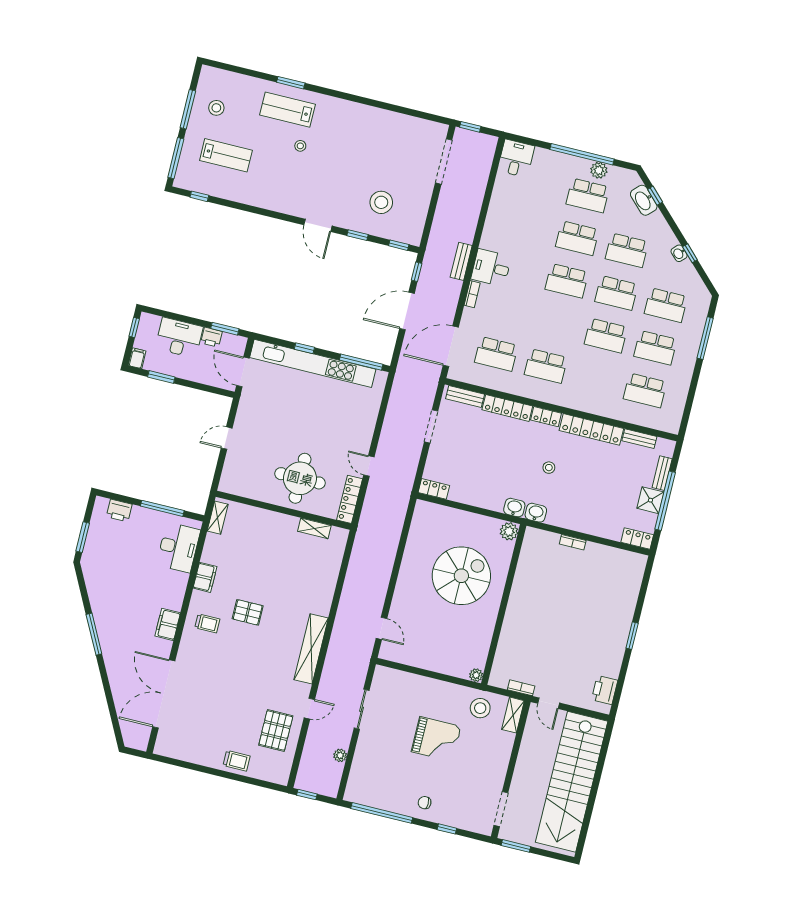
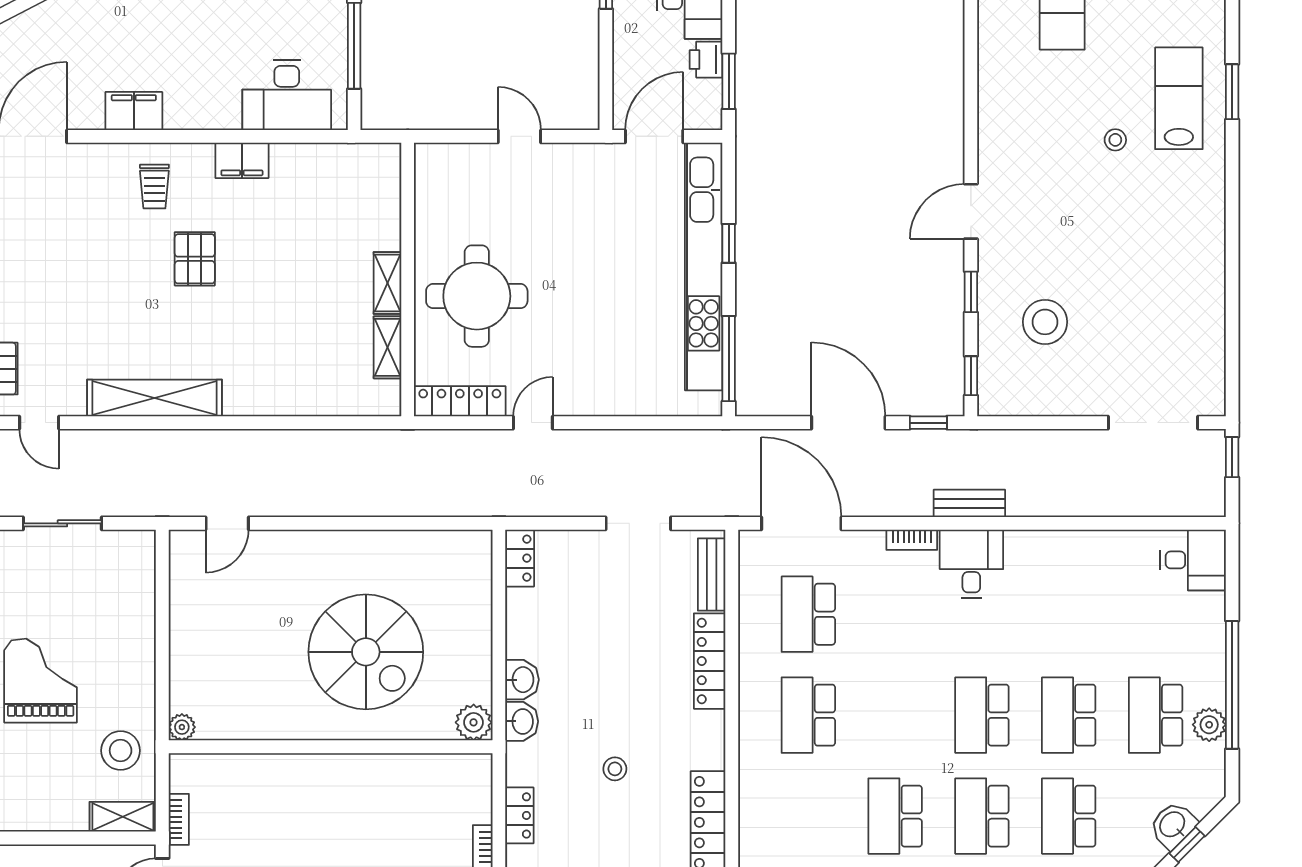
washbasin: (644, 200) -> (1173, 825), width x0.72
locker: (546, 417) -> (519, 815), moved, turned 180
washbasin: (536, 513) -> (522, 680), moved
shelving: (218, 518) -> (387, 283), moved, turned 90
grand piano: (436, 739) -> (41, 681), turned 180

